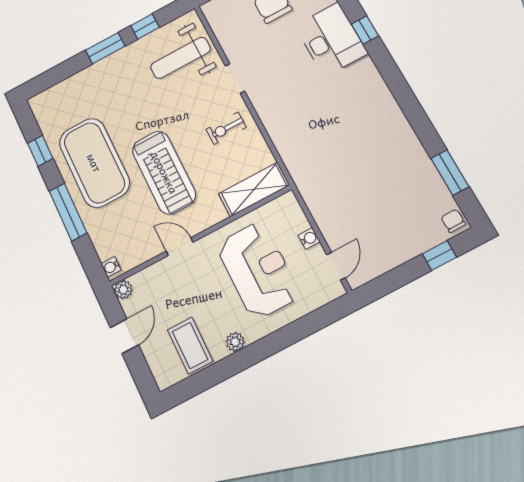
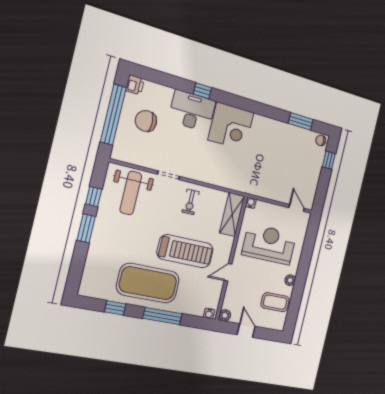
corner desk: (357, 95) -> (231, 126), added
water cooler: (309, 238) -> (251, 203), moved

